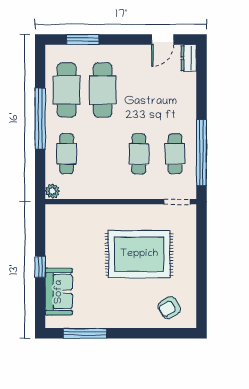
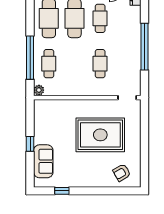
window: (40, 118) -> (30, 58), moved
window: (201, 153) -> (144, 47), moved
cafe table: (175, 154) -> (100, 18), moved
window: (85, 333) -> (62, 191), width x0.46

